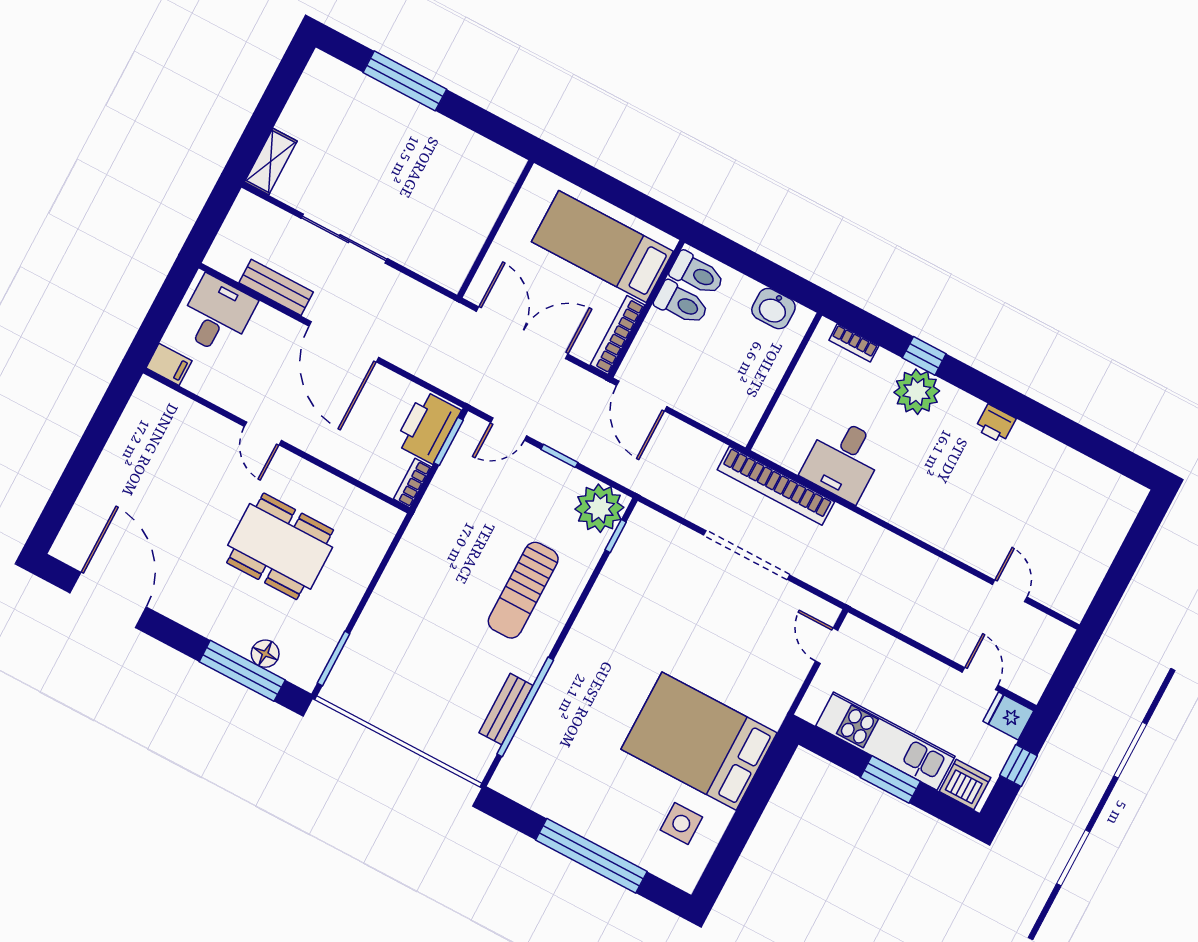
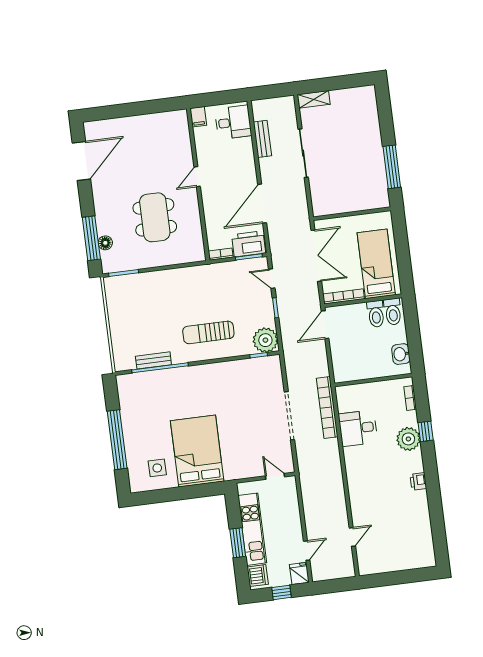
window: (405, 81) -> (392, 167), moved
door: (344, 342) -> (262, 204), moved
door: (827, 646) -> (275, 476), hinge flipped

